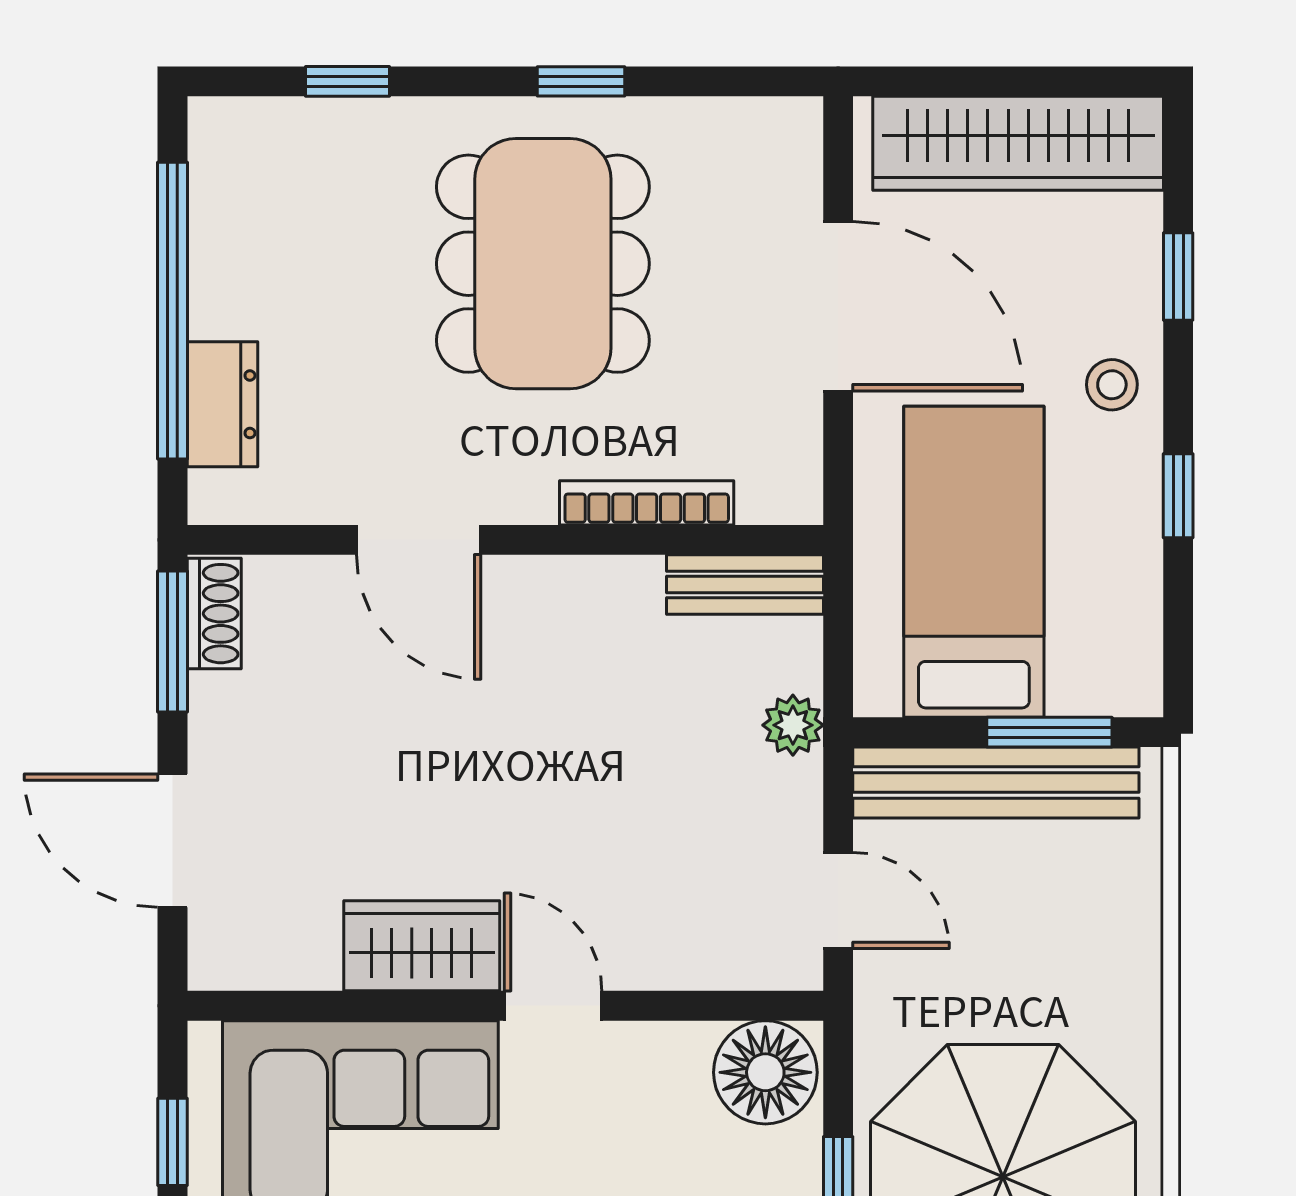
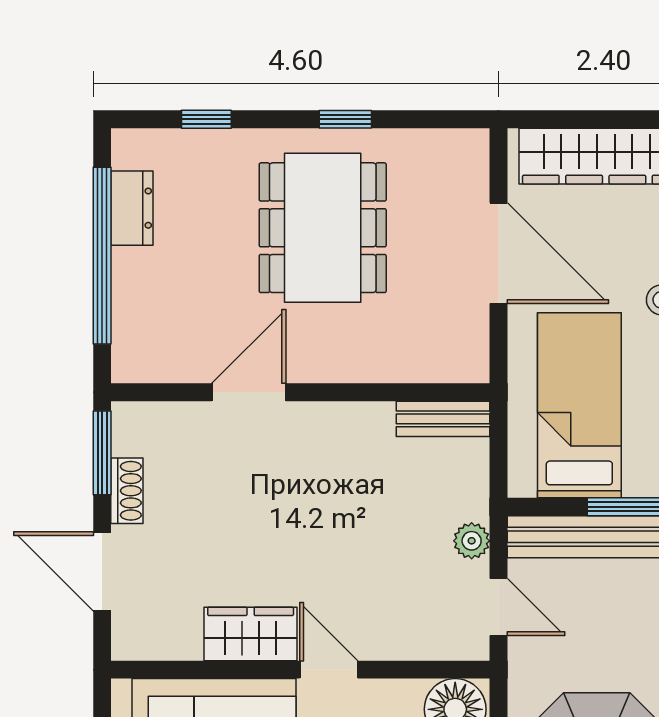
dresser: (222, 404) -> (132, 208), moved
bookcase: (647, 503) -> (385, 370), removed
door: (419, 540) -> (249, 392), swing flipped
shoe rack: (214, 614) -> (127, 491), moved
plant: (793, 725) -> (472, 541), moved

